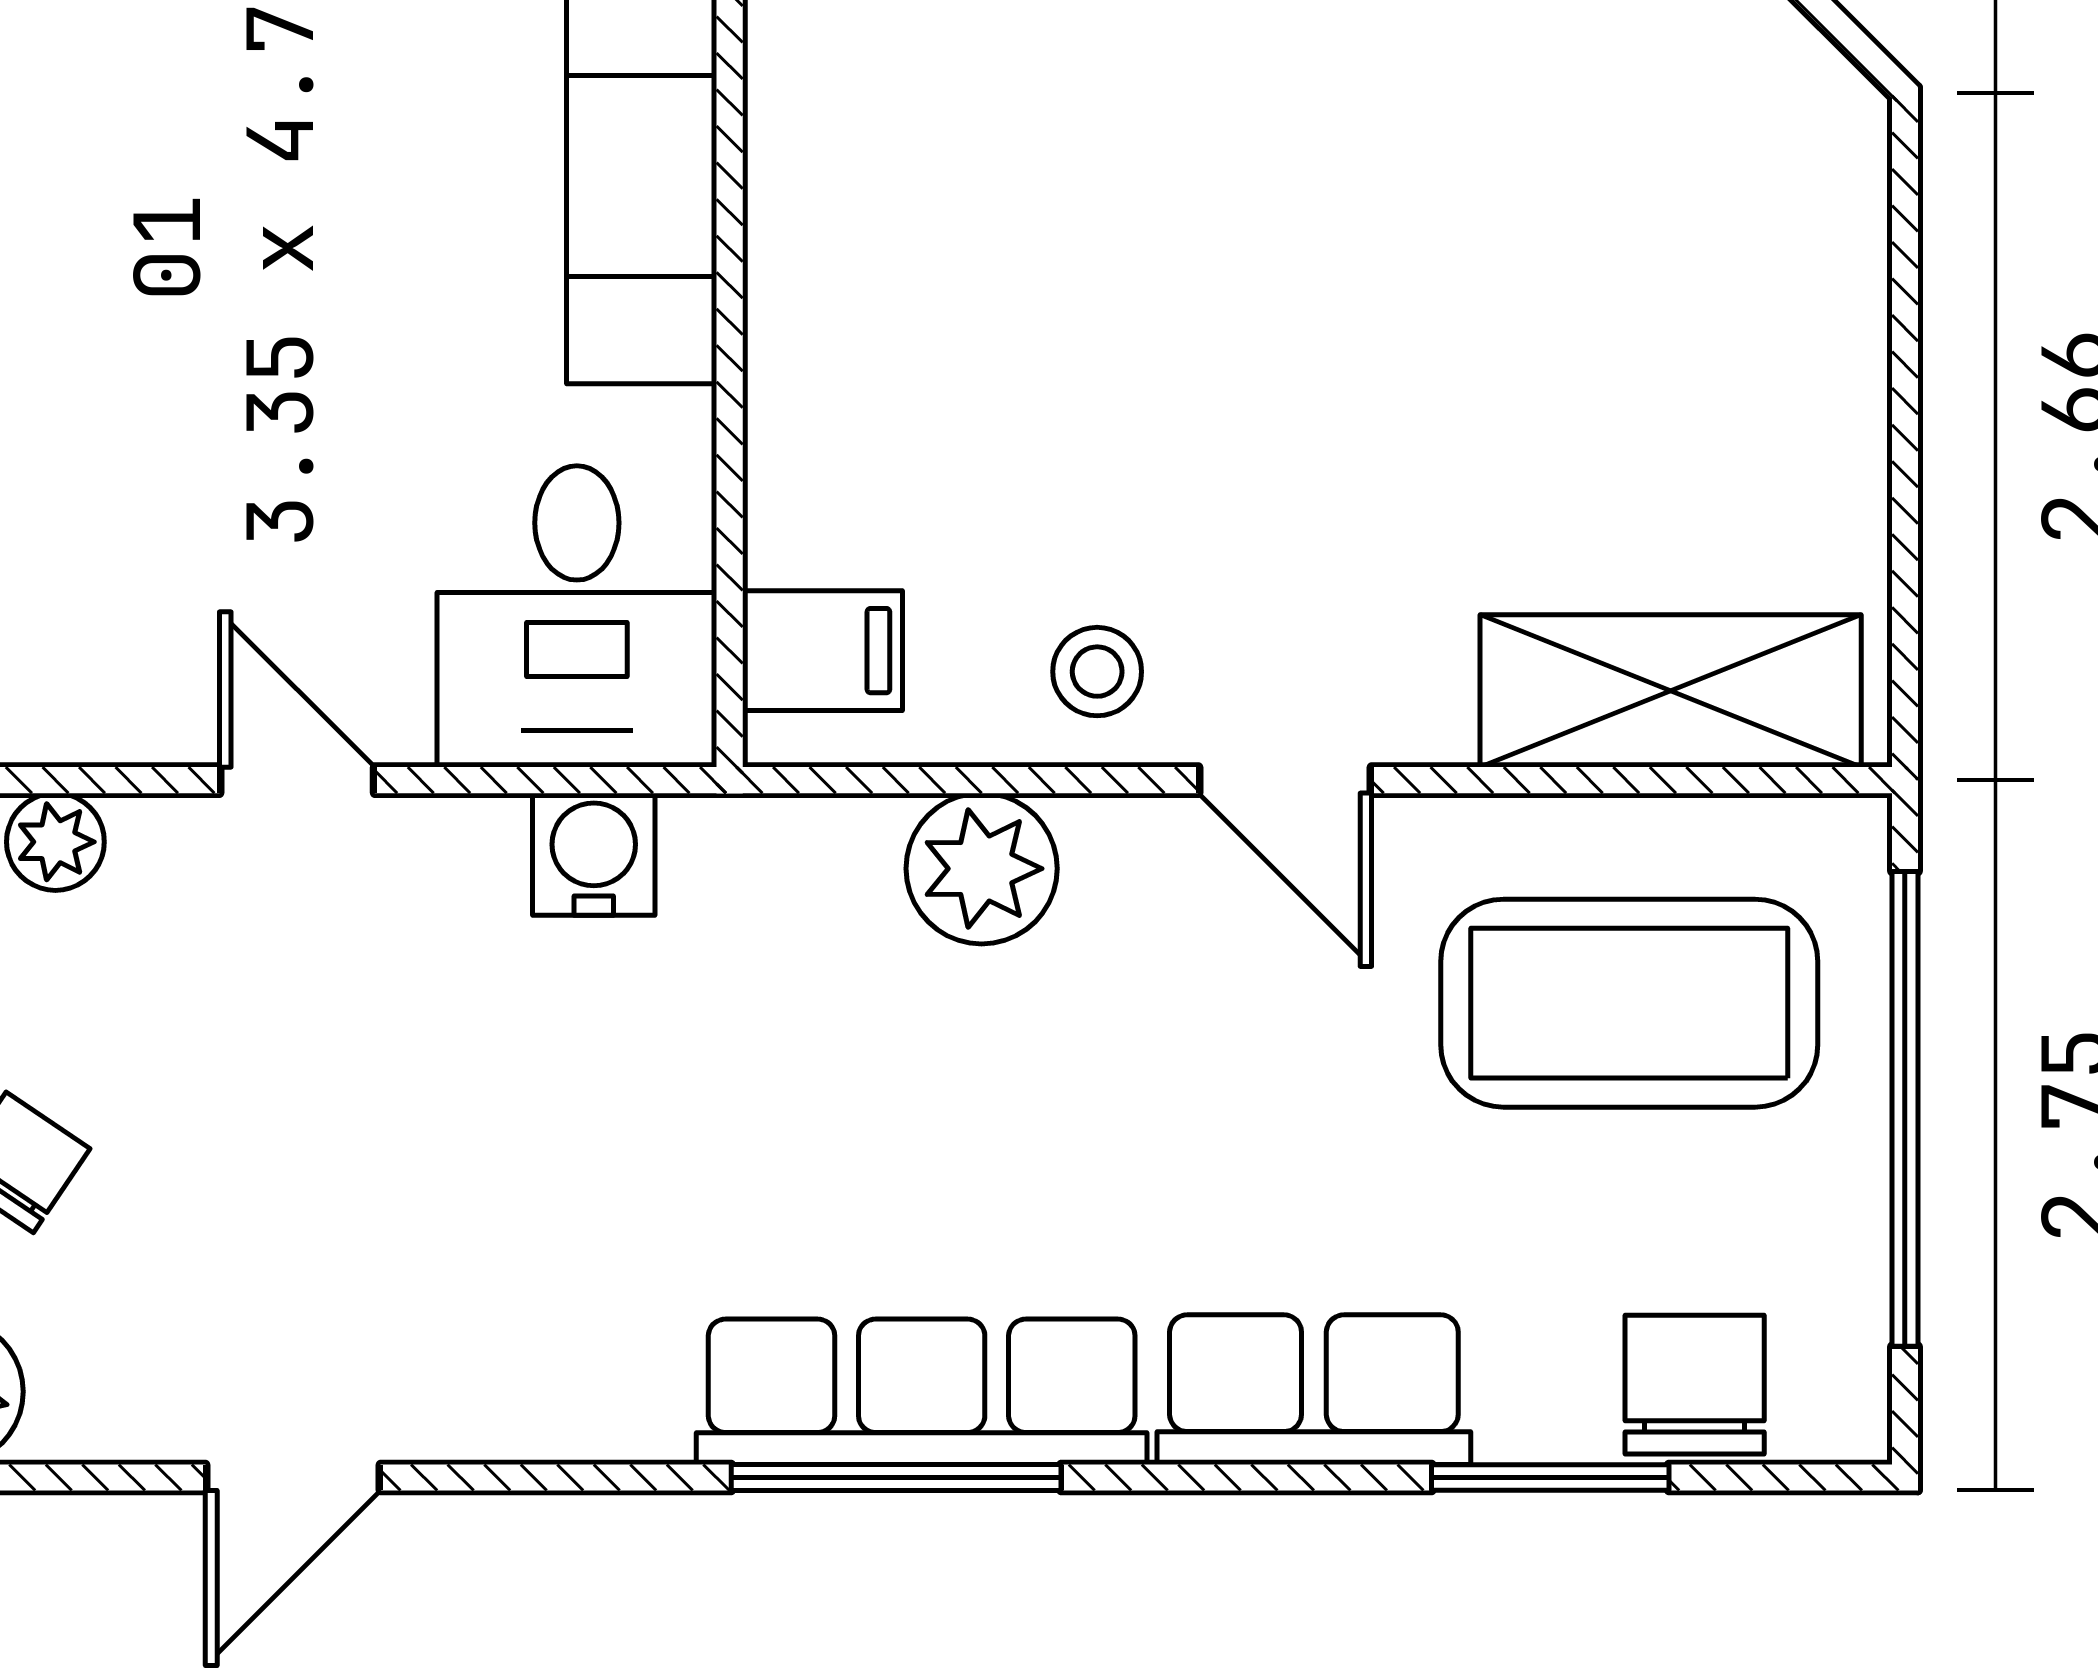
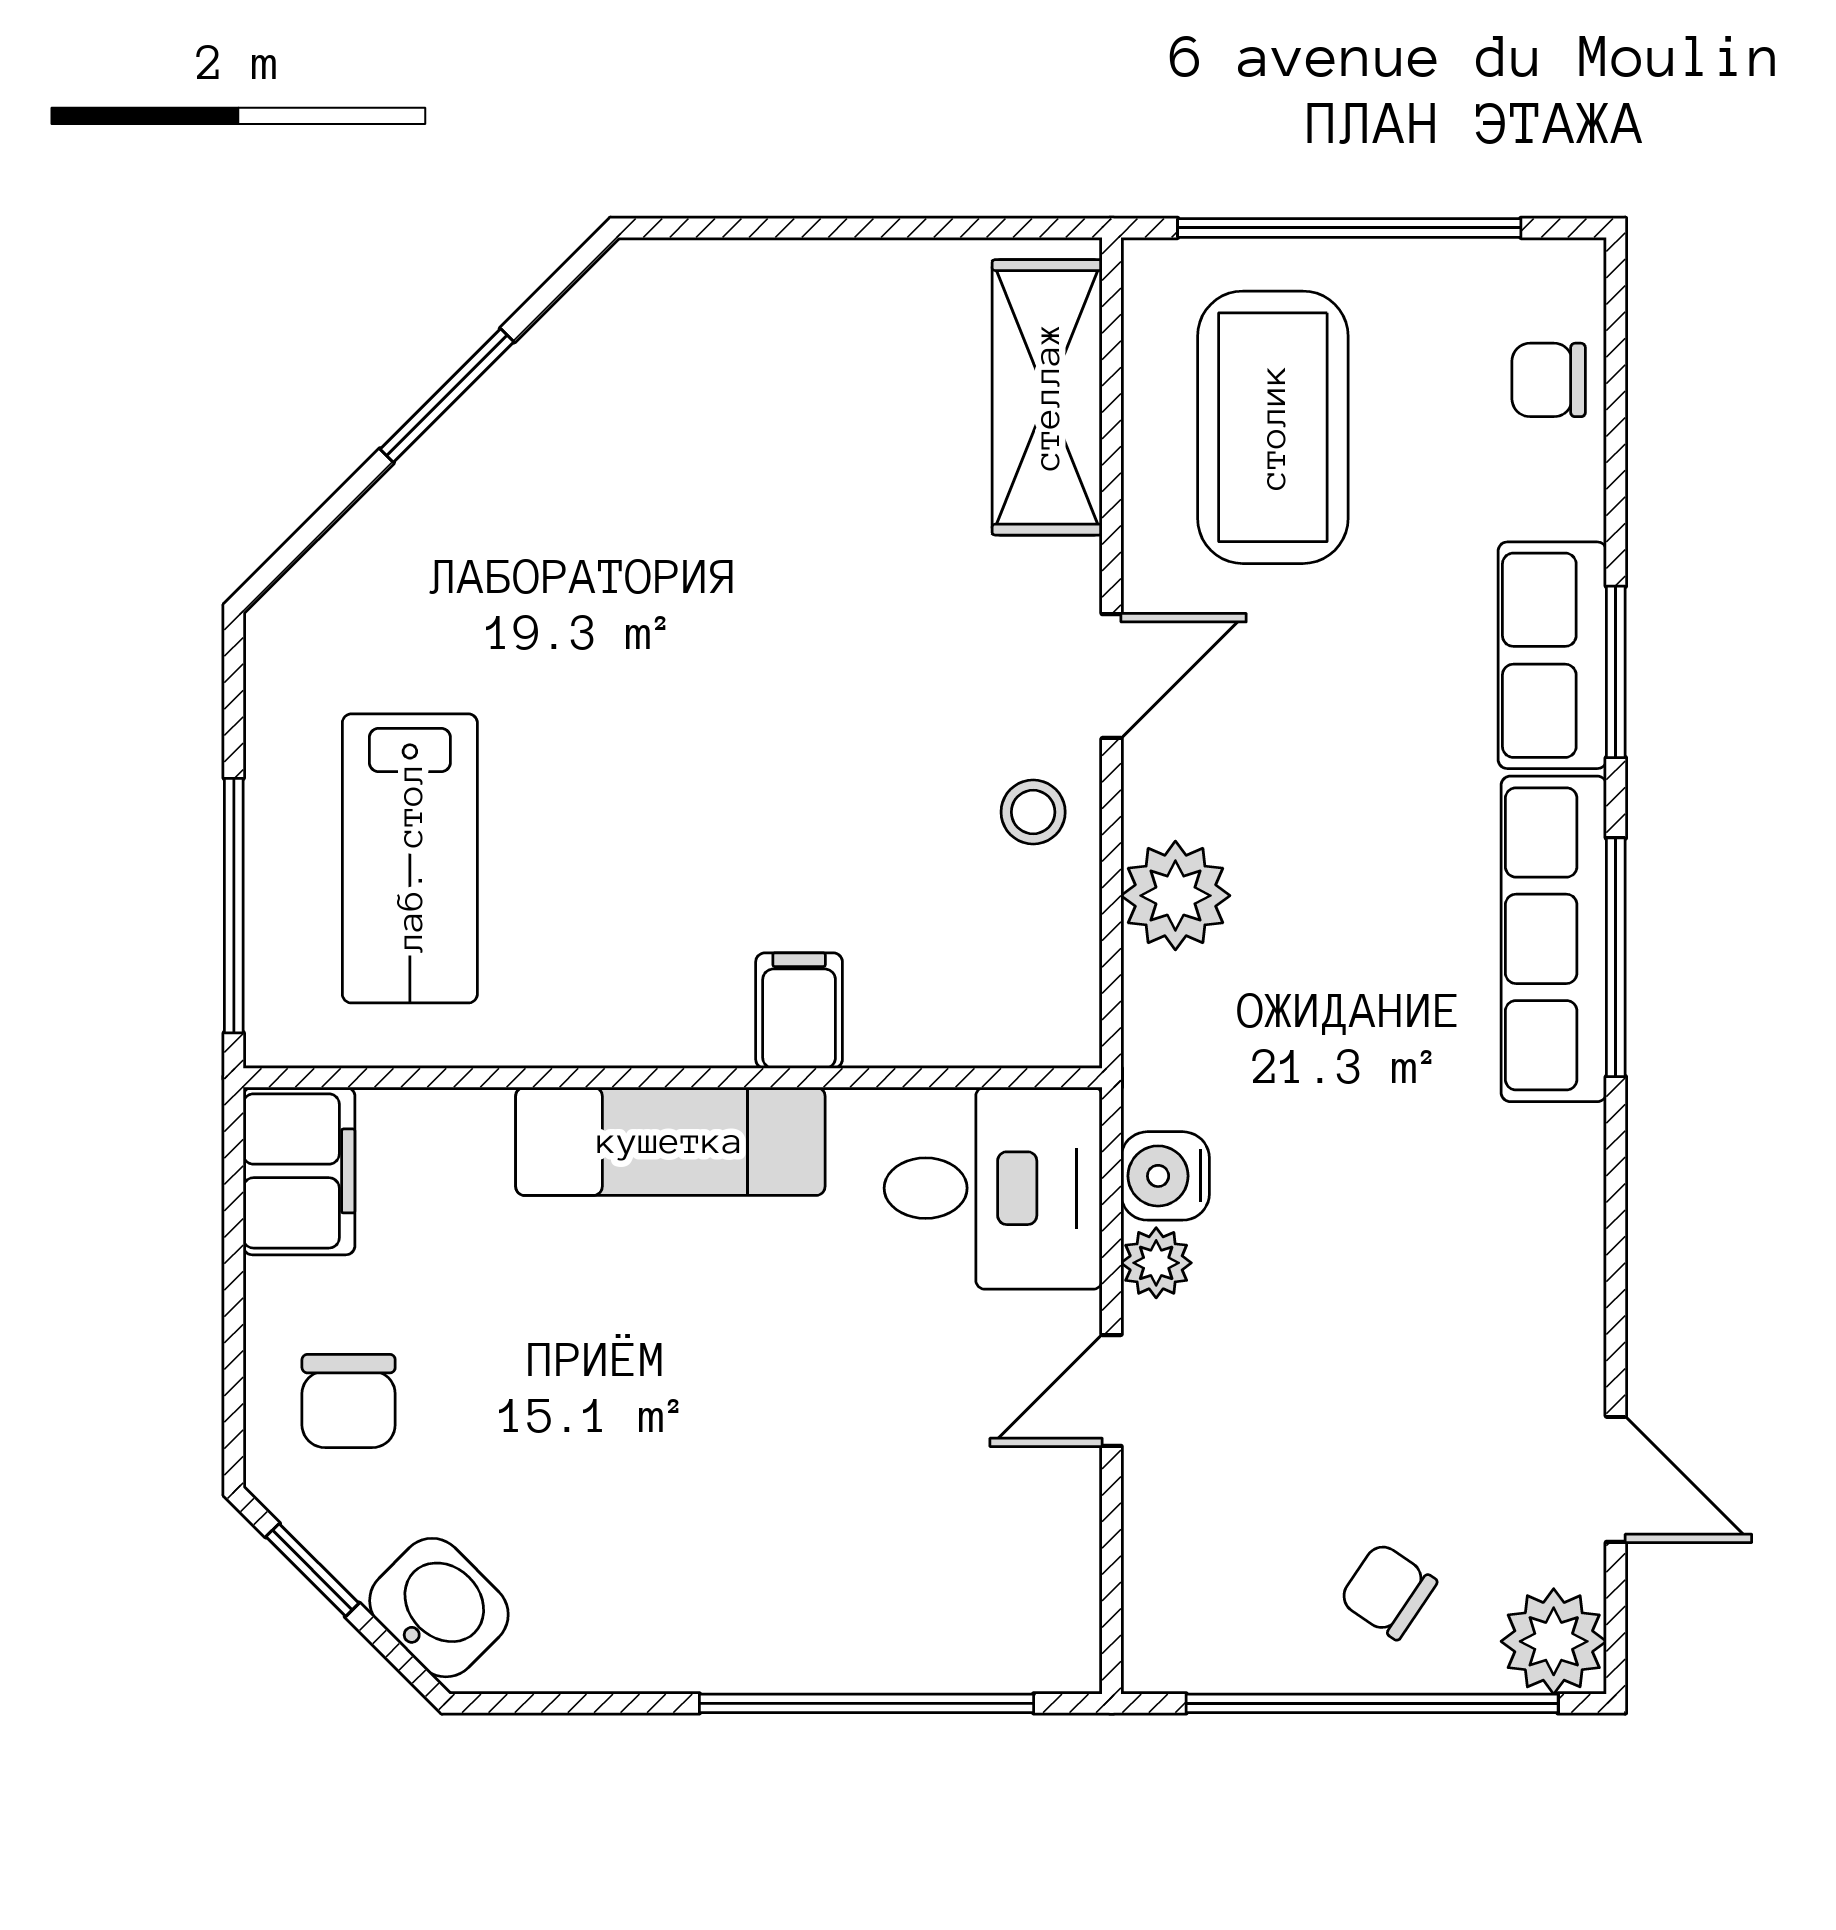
filing cabinet: (822, 651) -> (799, 1011), moved
plant: (55, 842) -> (1156, 1263), moved
chair: (1695, 1385) -> (1549, 380), width x0.73, depth x0.73
door: (293, 1478) -> (1616, 1479), moved
window: (1550, 1478) -> (1616, 672), moved

